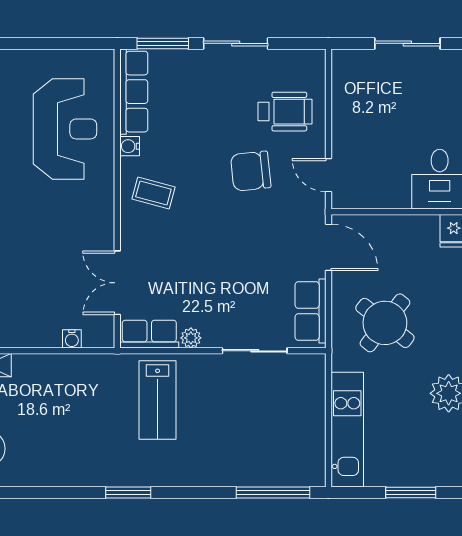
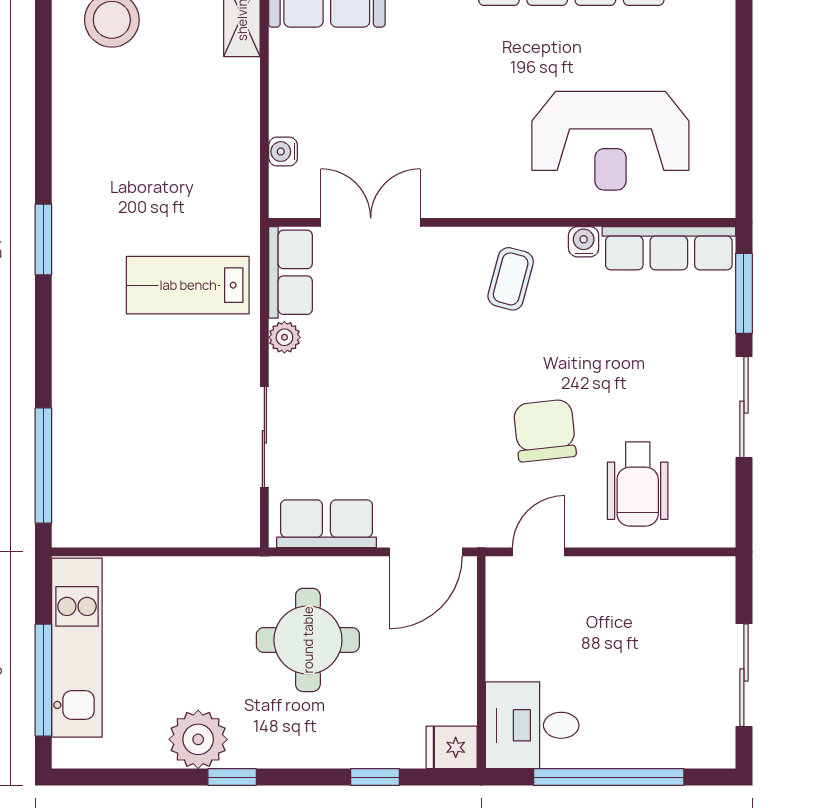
round table: (385, 323) -> (308, 640), turned -38
kitchen unit: (347, 430) -> (77, 648), moved, turned -90
window: (411, 492) -> (43, 680), width x1.44

